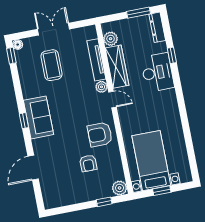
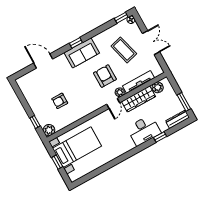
coffee table: (52, 65) -> (124, 50), turned 75
armchair: (100, 135) -> (105, 76), moved

